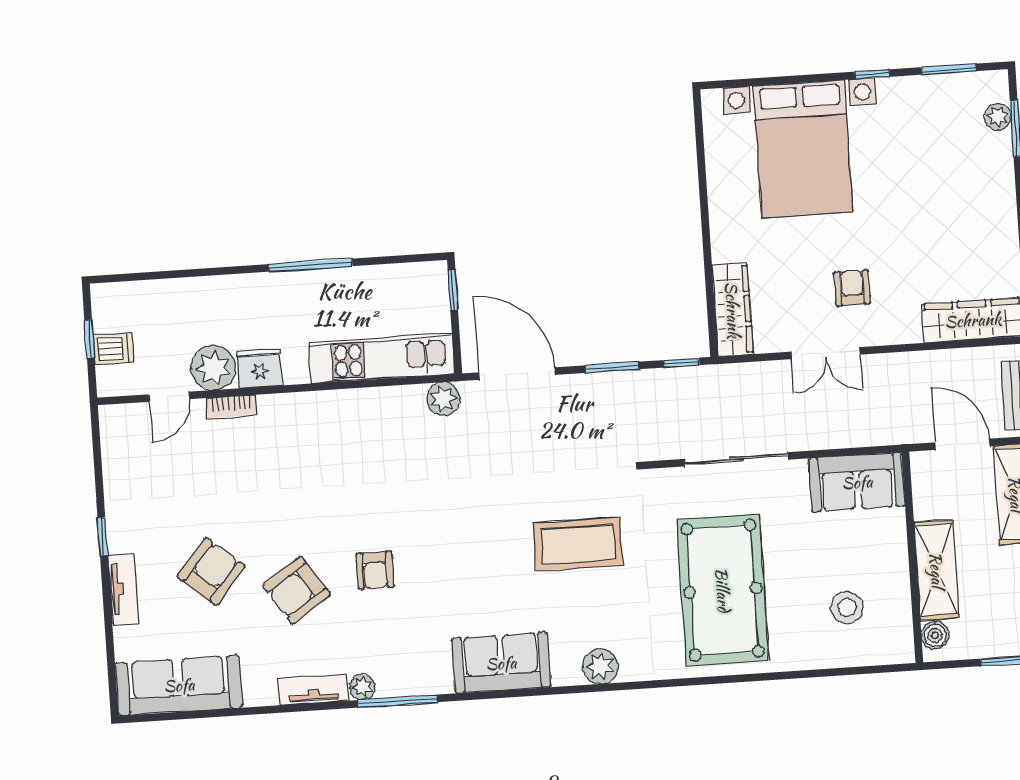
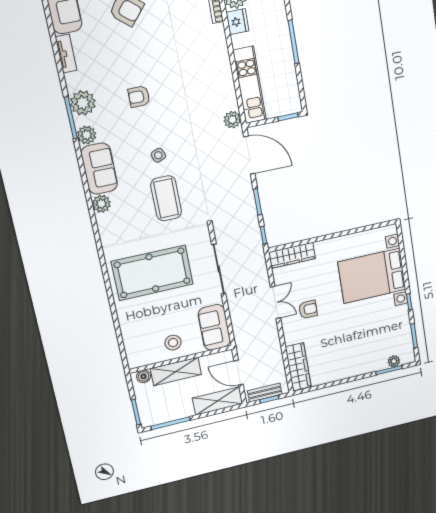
double door: (826, 353) -> (275, 302), swing flipped
door: (517, 374) -> (249, 155), hinge flipped
door: (962, 444) -> (239, 373), swing flipped
side table: (492, 548) -> (158, 155), added
armchair: (297, 590) -> (123, 56), removed
stool: (847, 608) -> (173, 343), moved
plant: (600, 666) -> (101, 204), moved
plant: (434, 677) -> (86, 135), added
plant: (362, 687) -> (83, 103), width x1.87, depth x1.87
tv unit: (313, 690) -> (66, 54), moved

